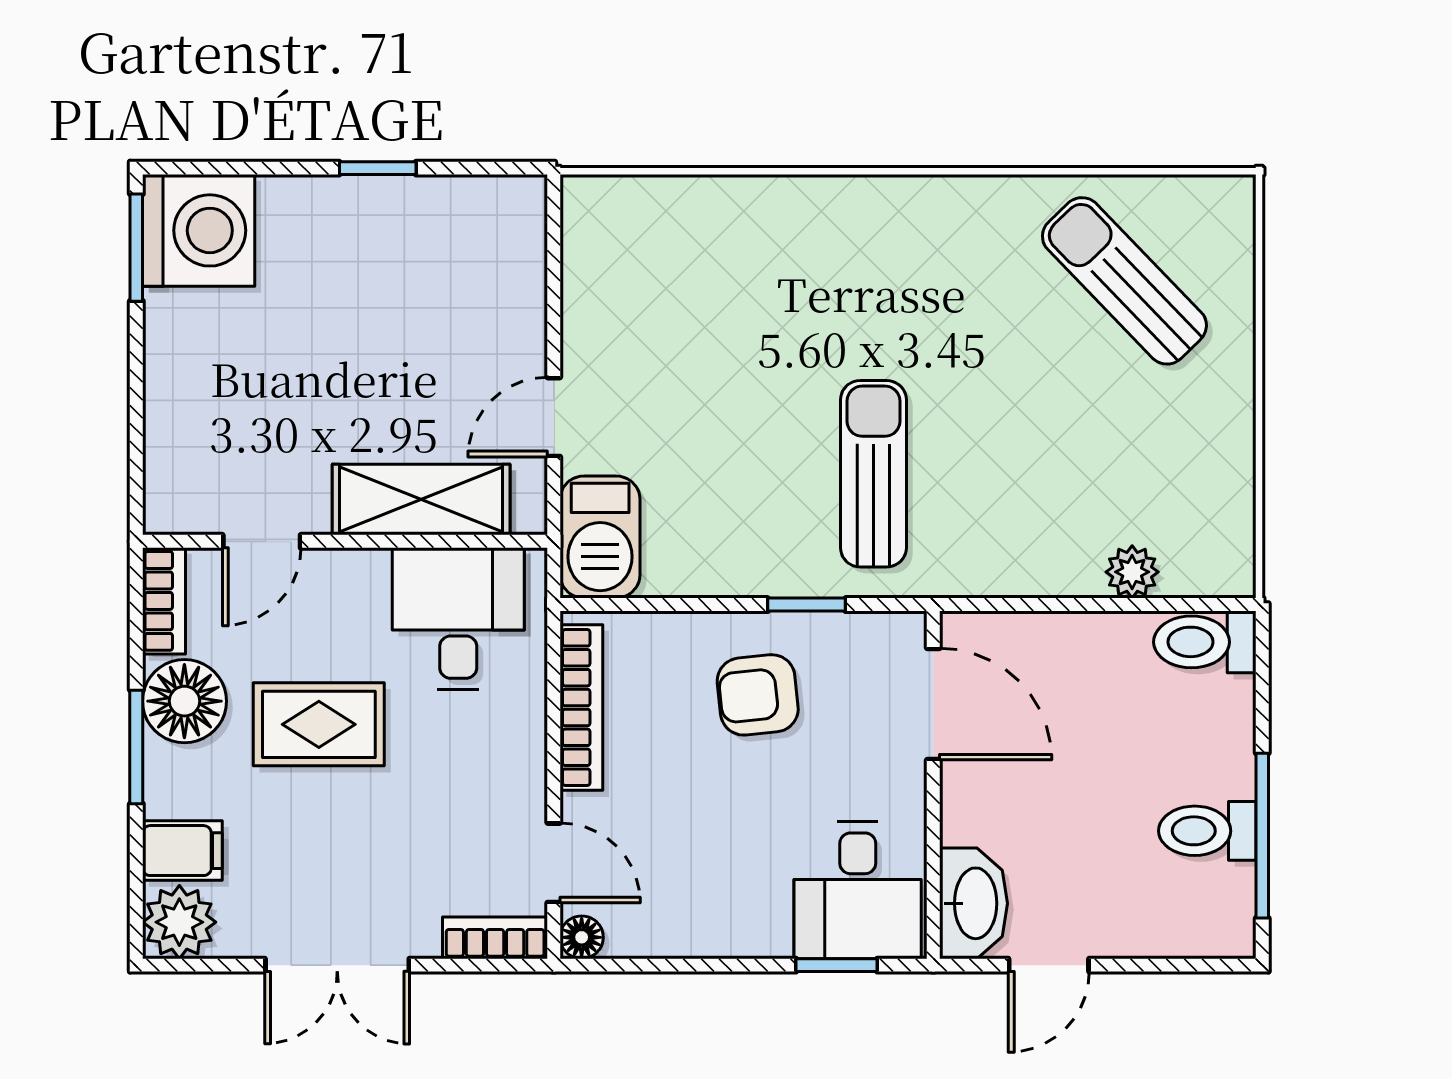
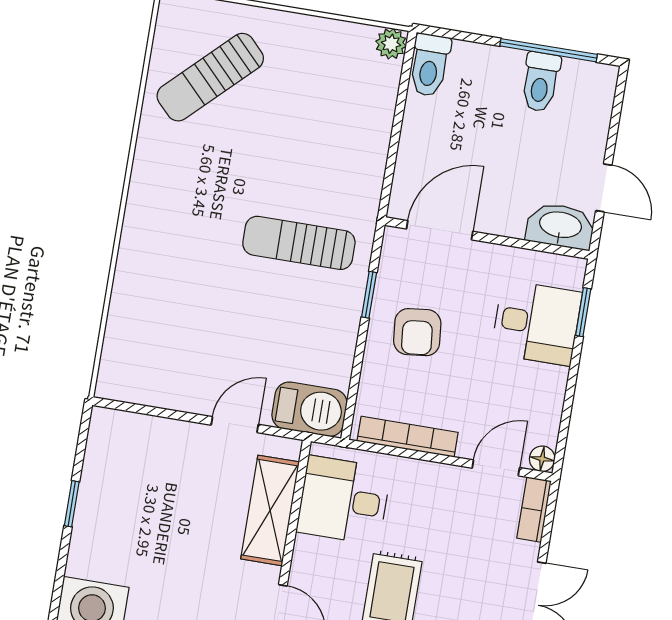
door: (554, 417) -> (235, 425), swing flipped
plant: (1132, 572) -> (391, 44), moved
desk: (858, 890) -> (536, 323), moved

